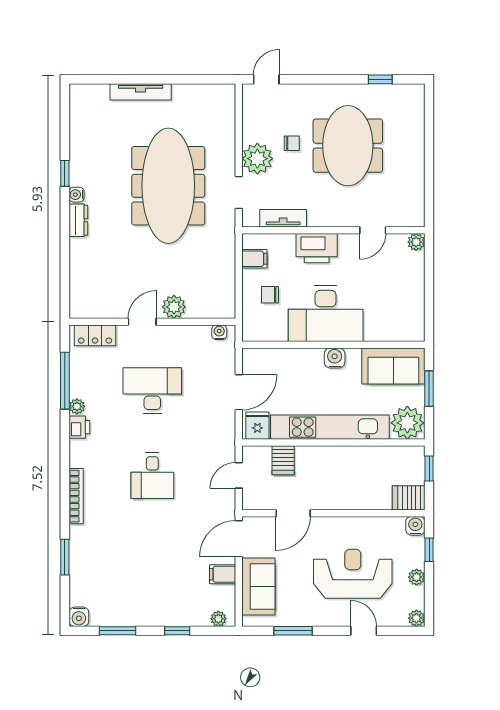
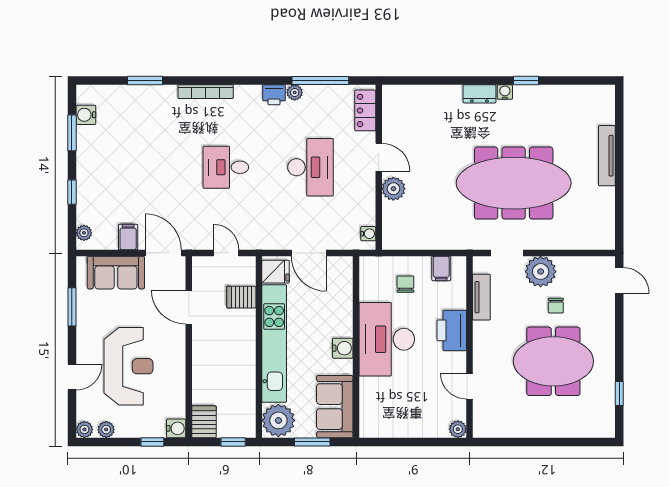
plant: (417, 577) -> (106, 430), moved
water cooler: (79, 617) -> (86, 115), moved

